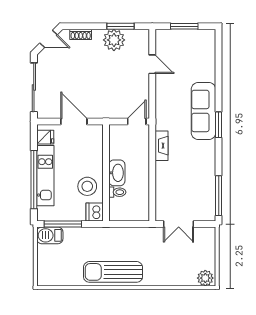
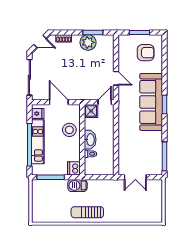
armchair: (193, 54) -> (146, 53), added
door: (152, 64) -> (116, 78), moved
sofa: (204, 111) -> (151, 102), width x1.36, depth x1.27
shower: (118, 134) -> (91, 111), added
fireplace: (161, 146) -> (123, 120), removed
stool: (87, 186) -> (69, 130), moved
barbecue: (50, 235) -> (77, 185), moved
sun lounger: (113, 272) -> (87, 212), width x0.73, depth x0.75
plant: (205, 278) -> (155, 217), removed

